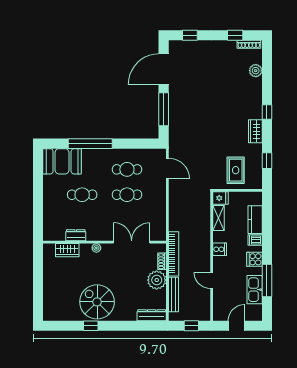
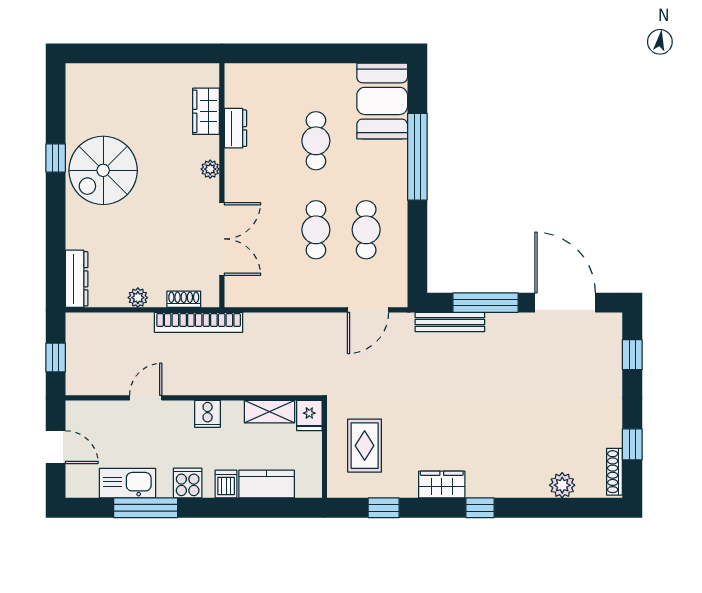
rug: (236, 170) -> (365, 446), turned 90
plant: (157, 280) -> (138, 298), width x0.53, depth x0.53
bench: (173, 294) -> (450, 322), moved
spiral stairs: (97, 302) -> (103, 170), turned 180

